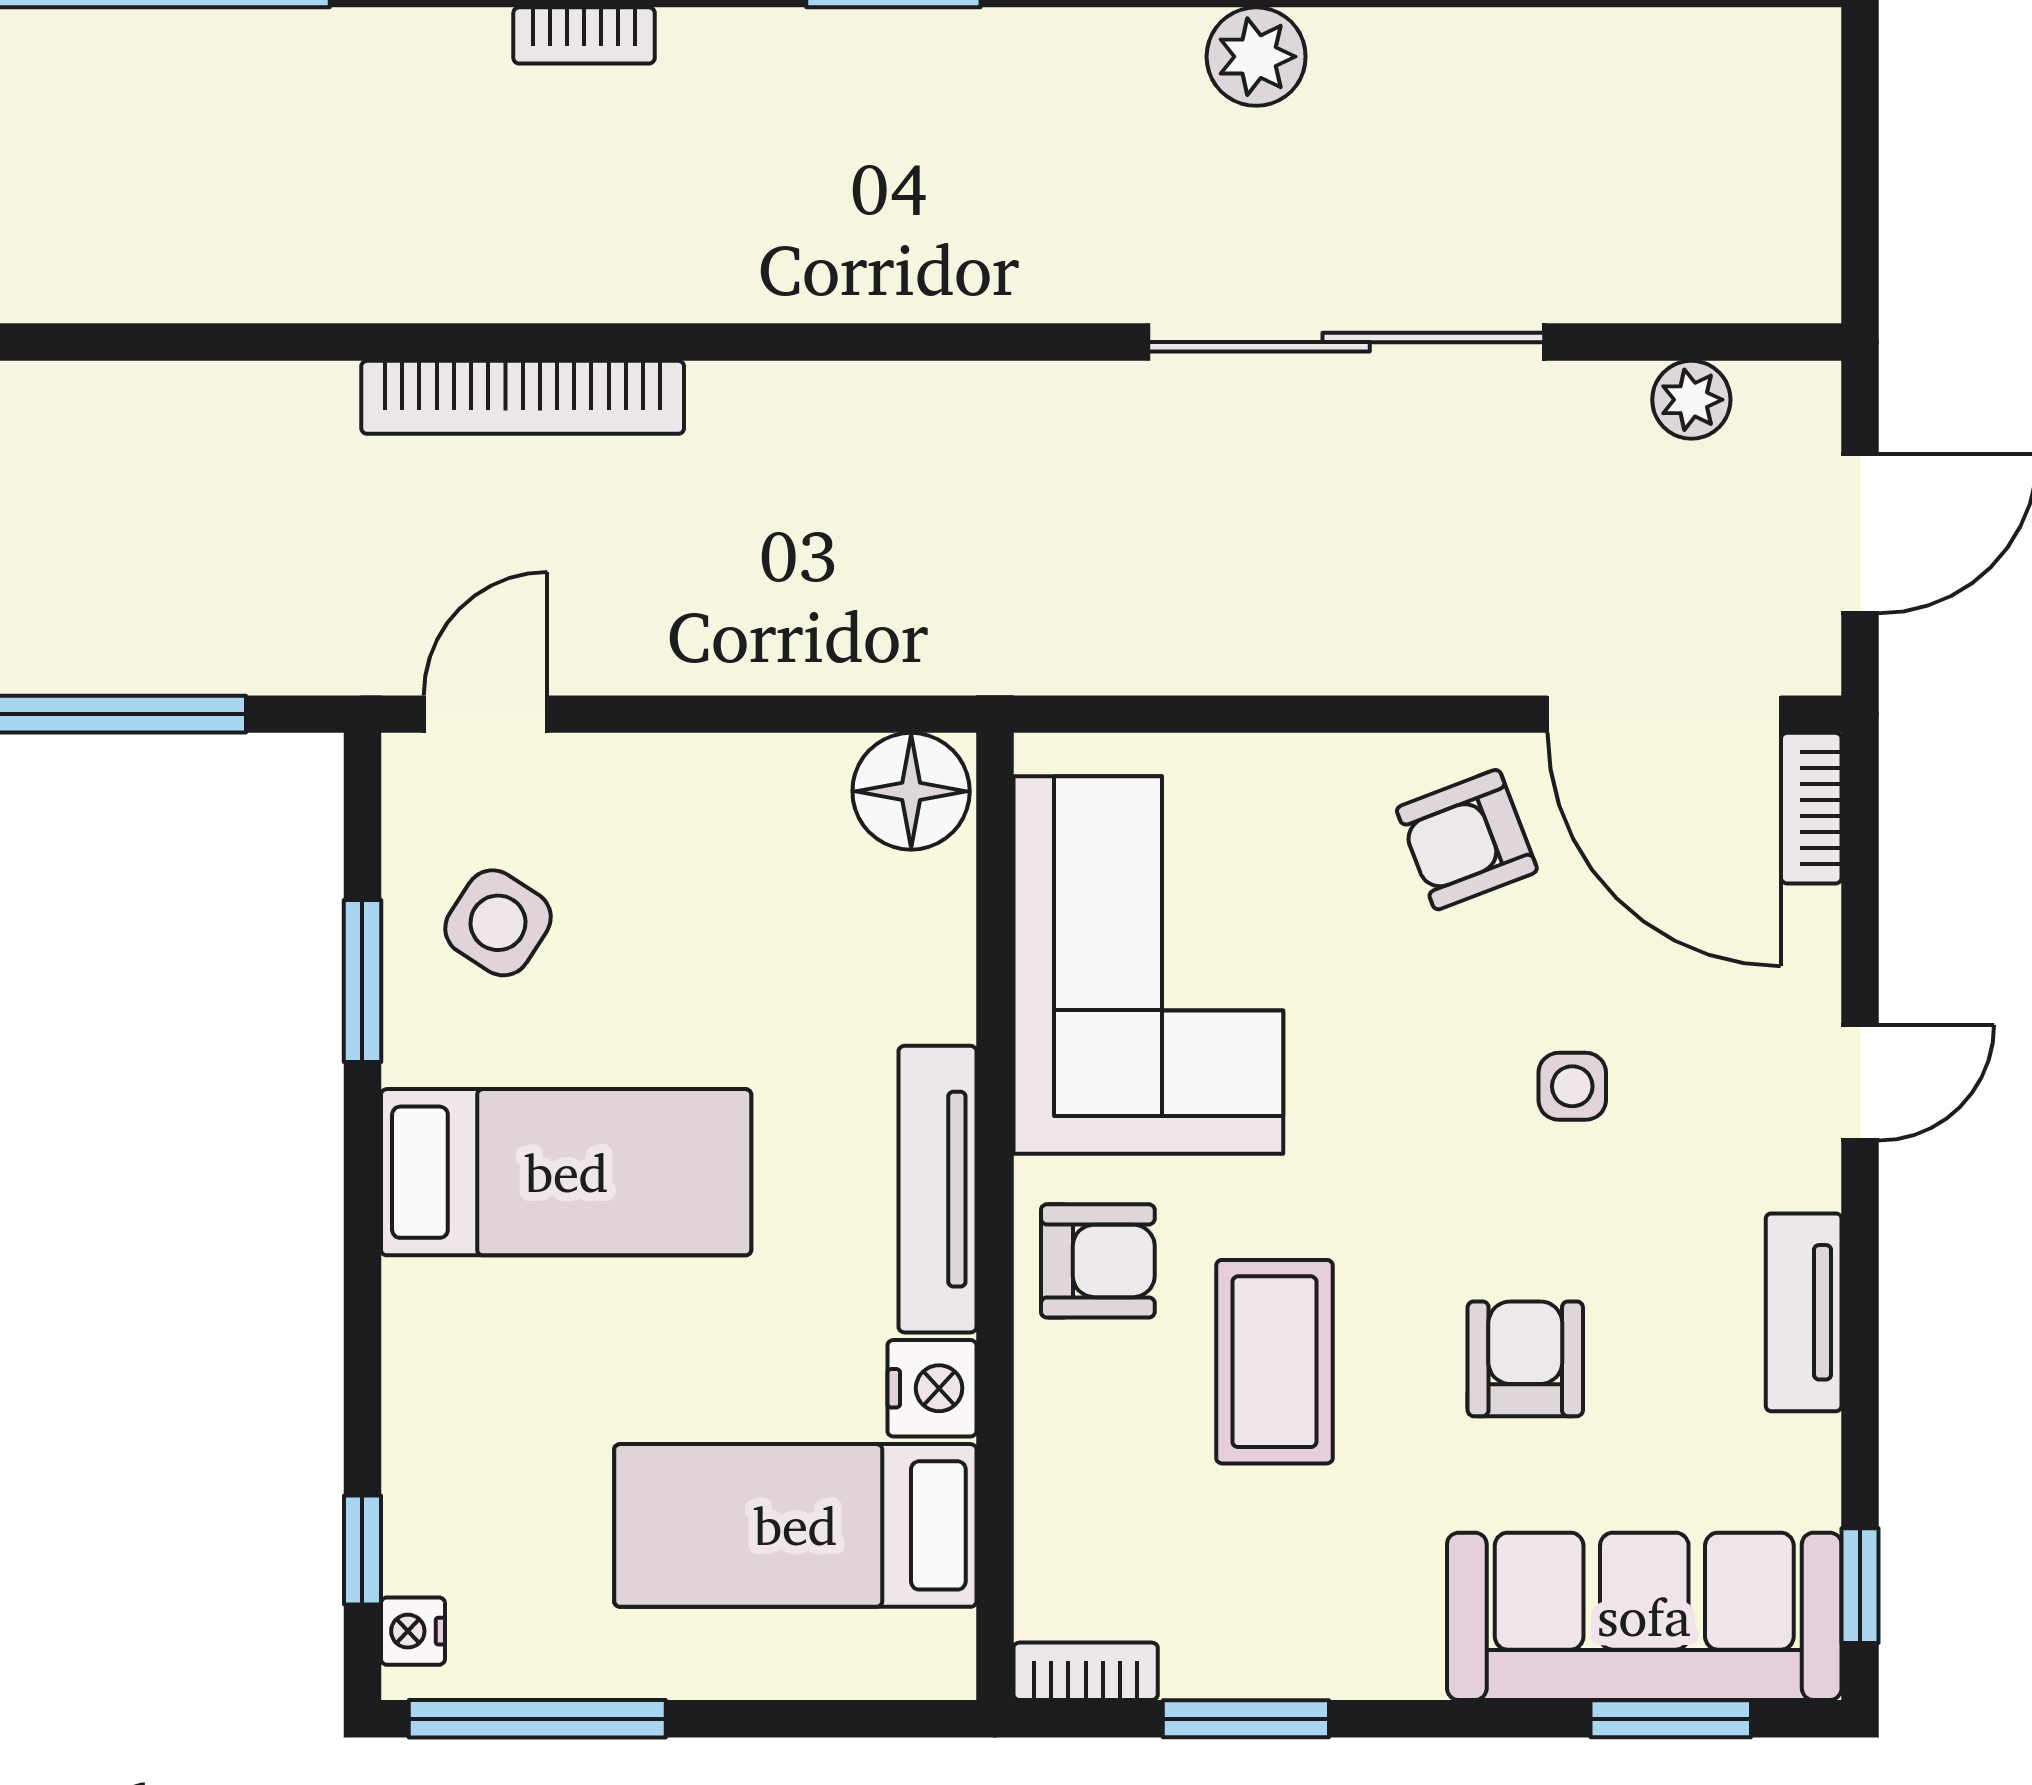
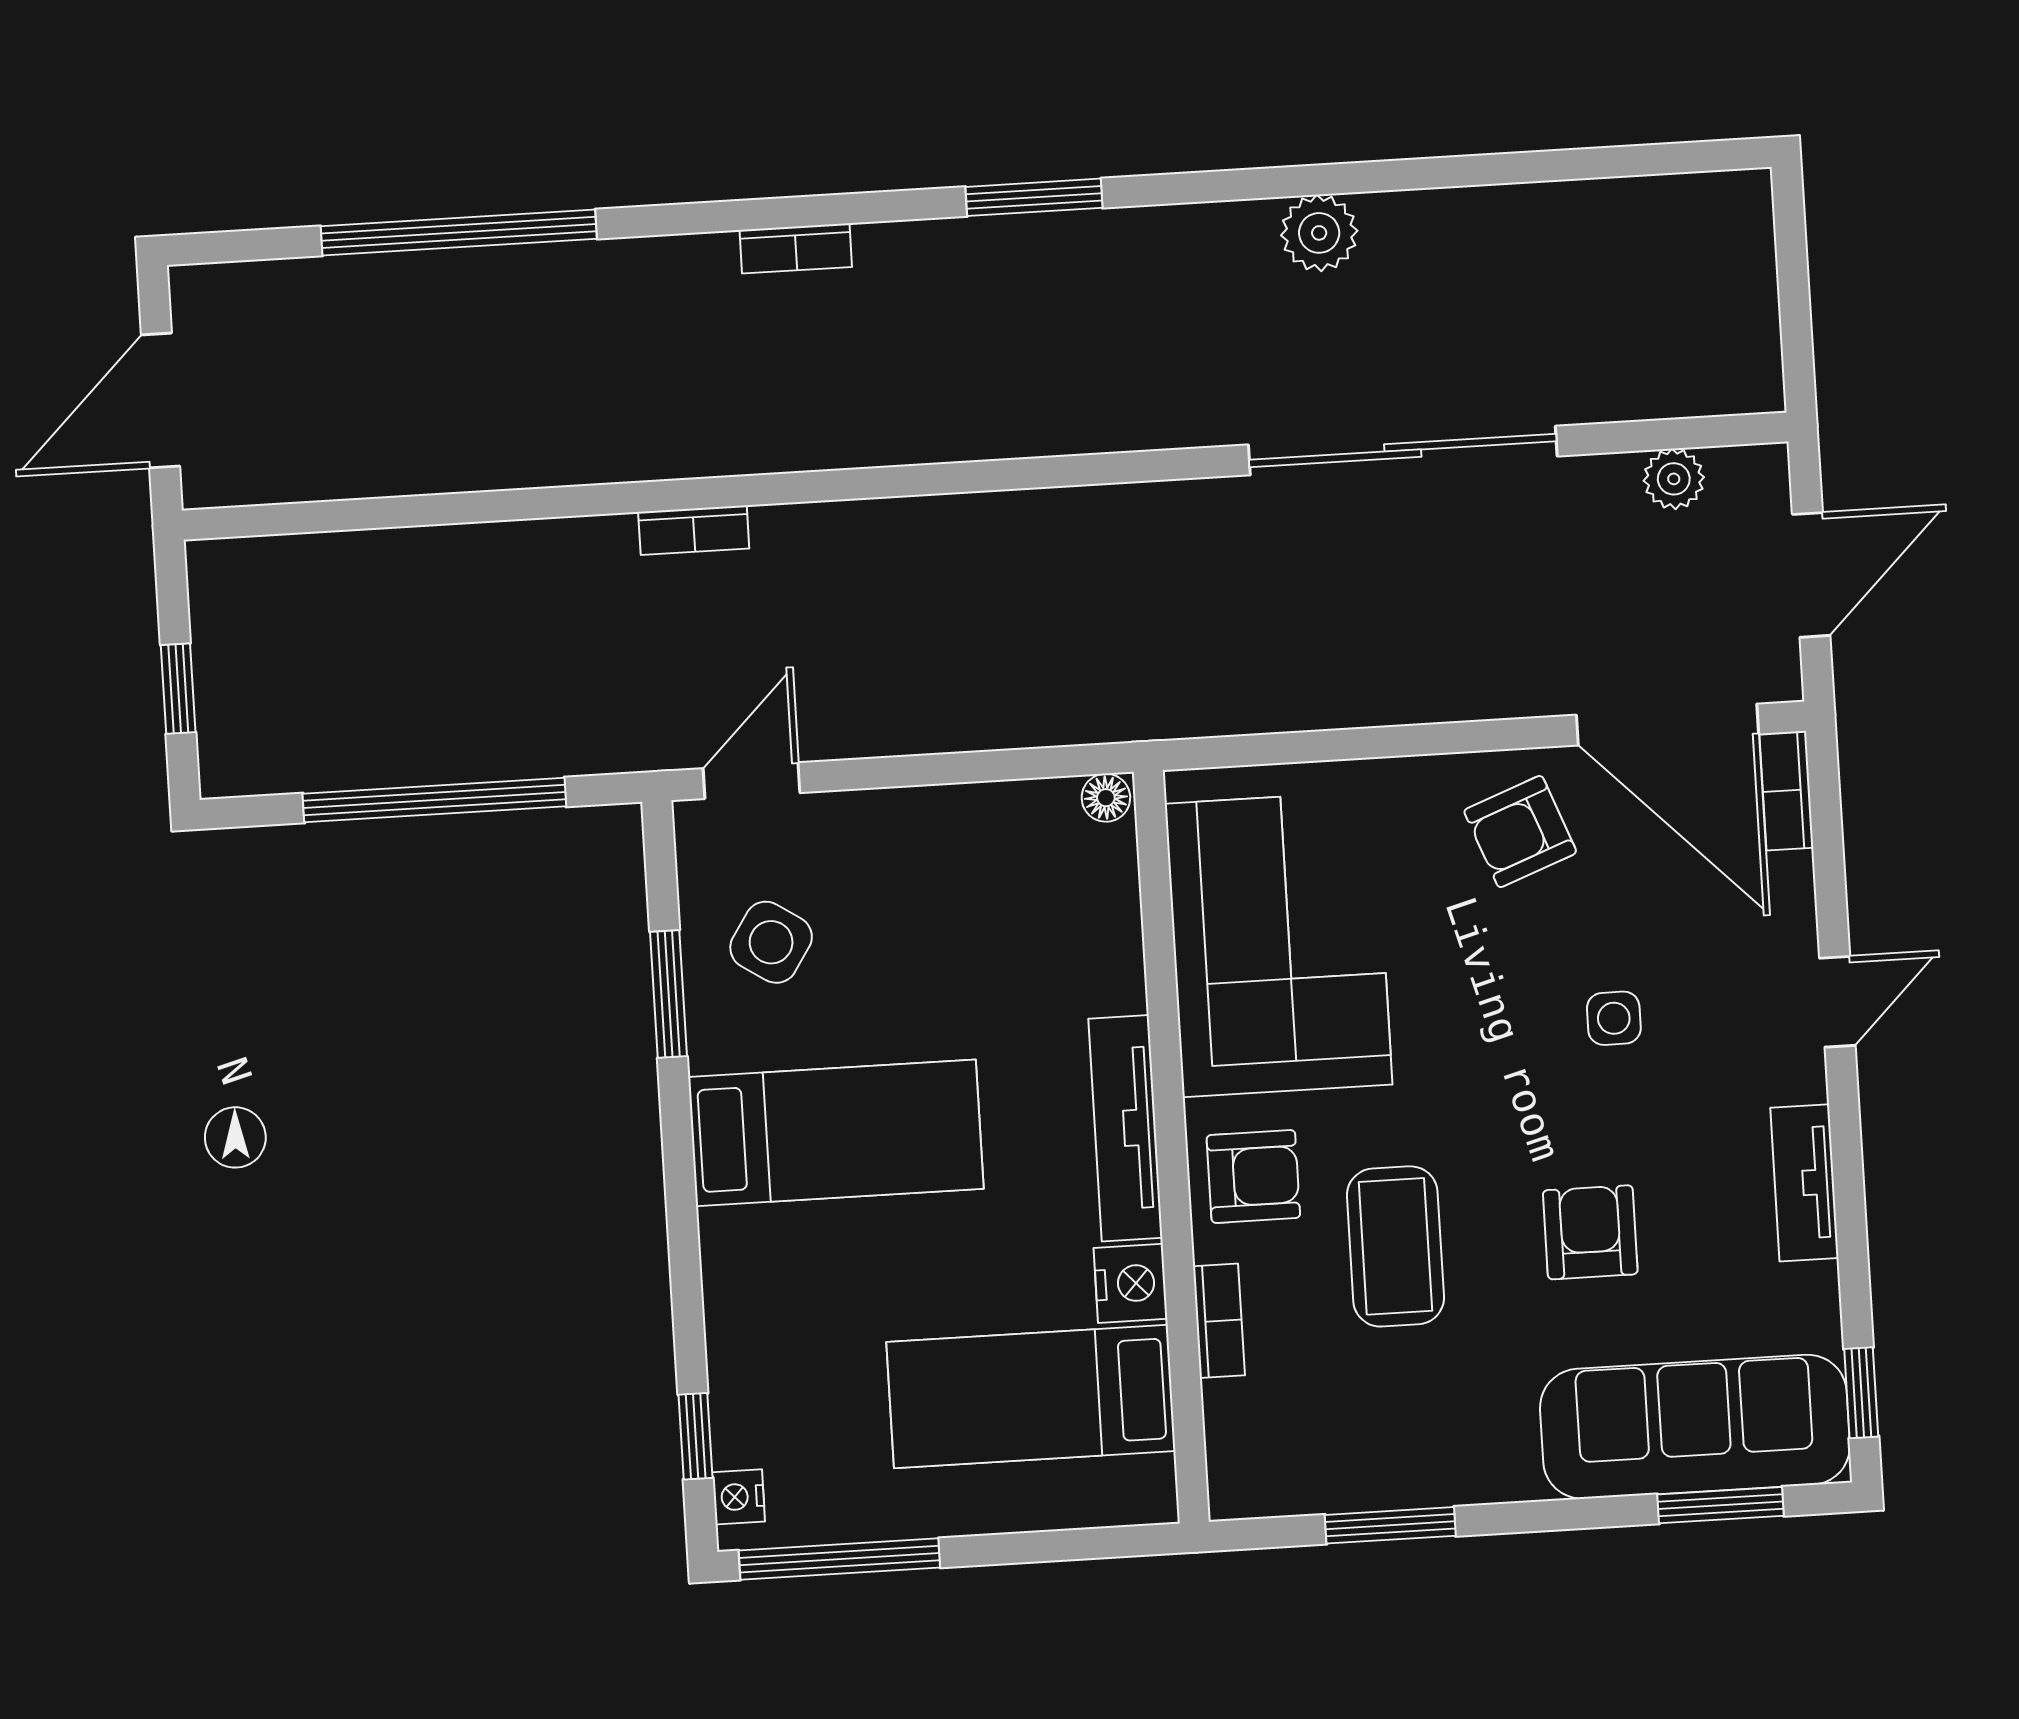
bookcase: (523, 397) -> (694, 530), width x0.43, depth x0.76
floor lamp: (911, 791) -> (1106, 798), width x0.53, depth x0.53
bookcase: (1086, 1671) -> (1219, 1321), moved, turned 90

